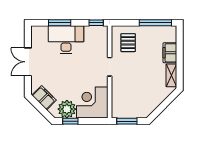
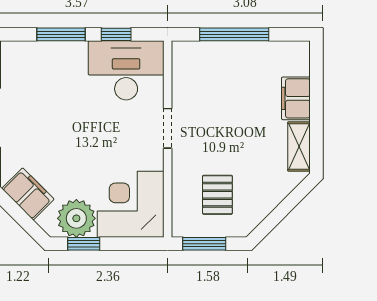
window: (96, 23) -> (116, 34), moved
window: (155, 23) -> (234, 34), moved
desk: (66, 40) -> (126, 70), moved
pallet: (128, 43) -> (217, 195), moved

